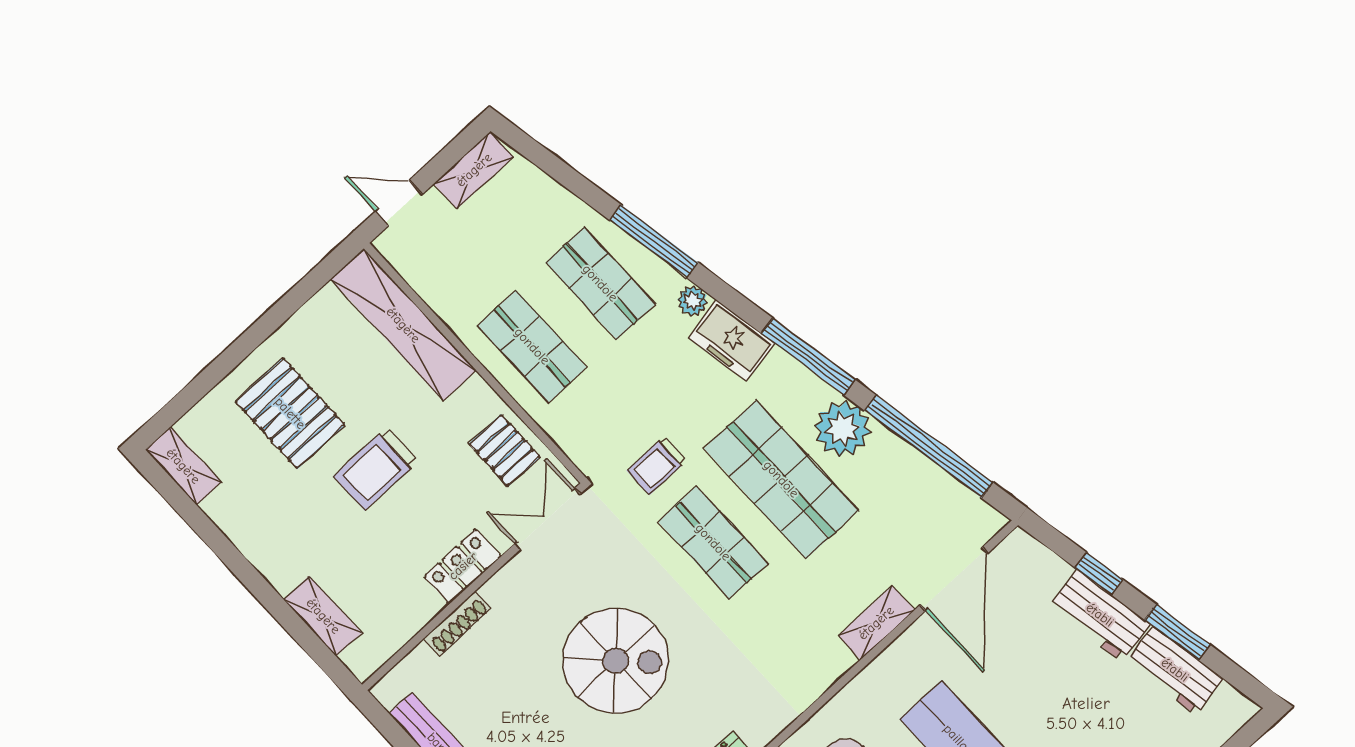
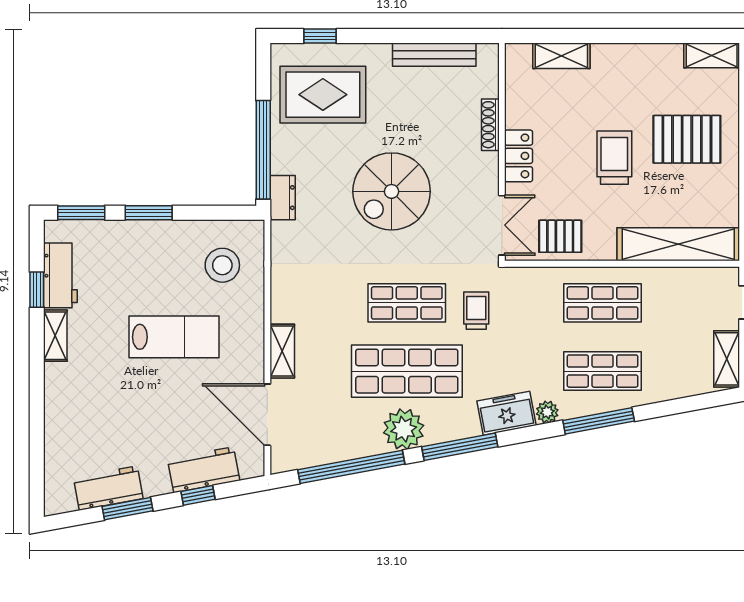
workbench: (1100, 615) -> (204, 470), moved

